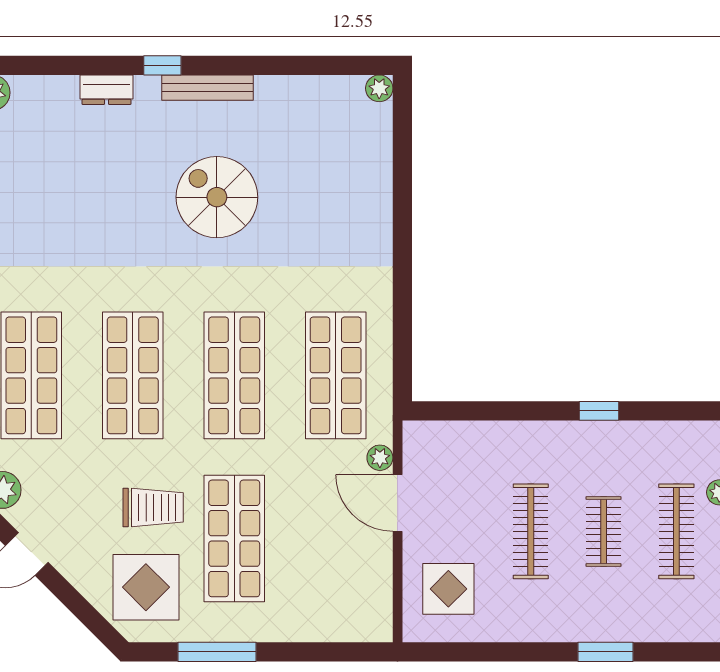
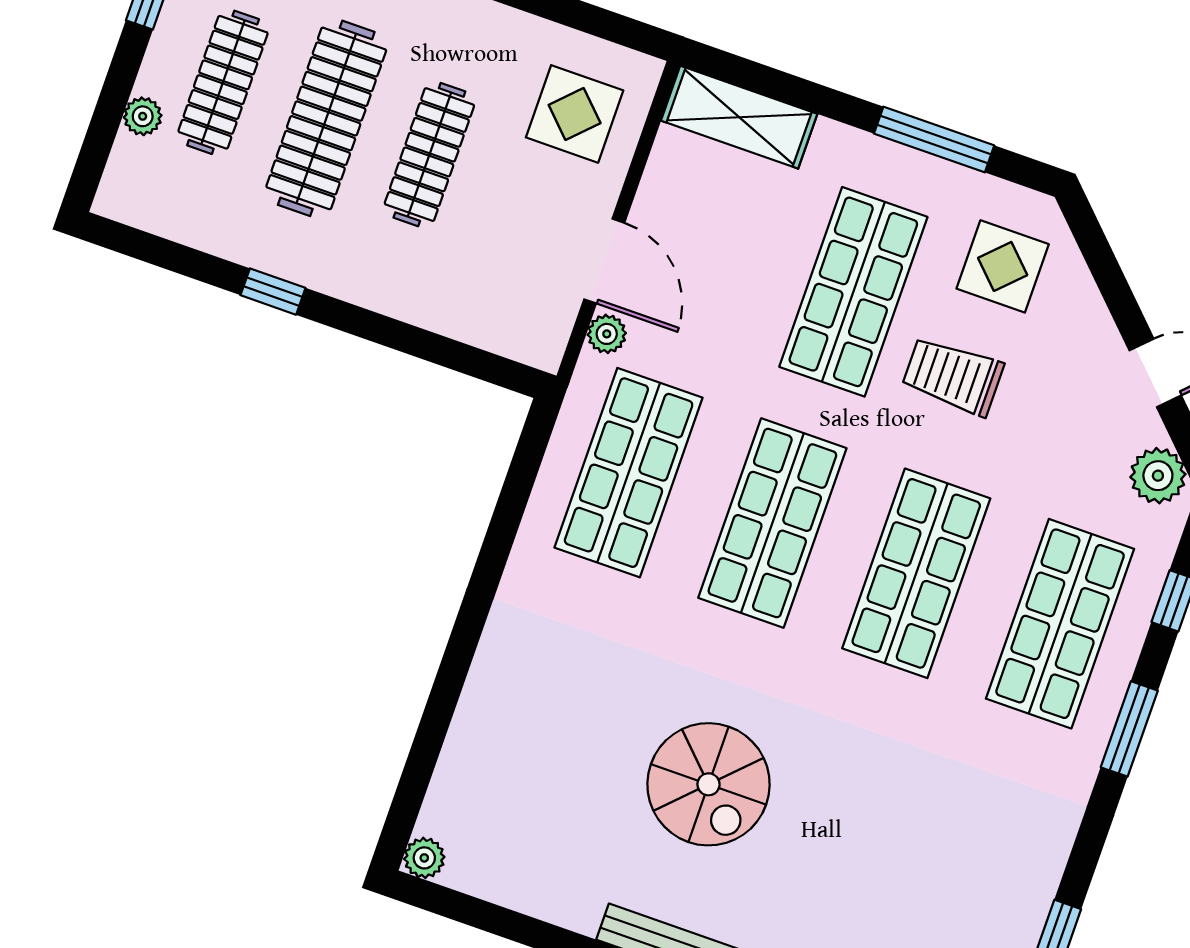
clothes rail: (604, 531) -> (326, 118), width x1.86, depth x1.31
display table: (146, 587) -> (1003, 266), width x0.73, depth x0.73
shelving: (344, 623) -> (739, 117), added

